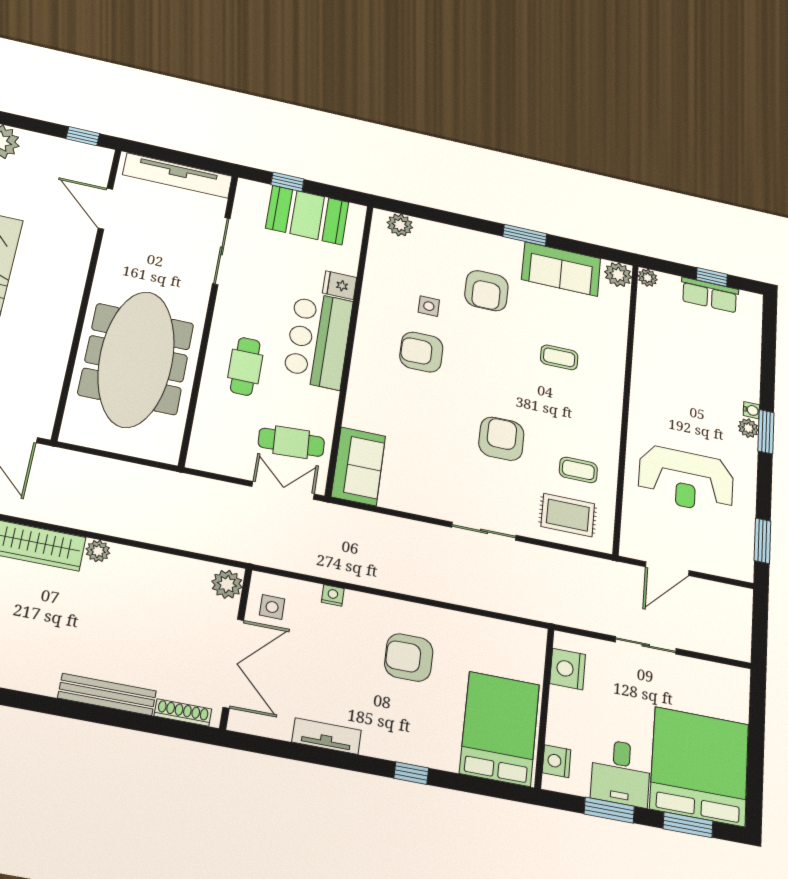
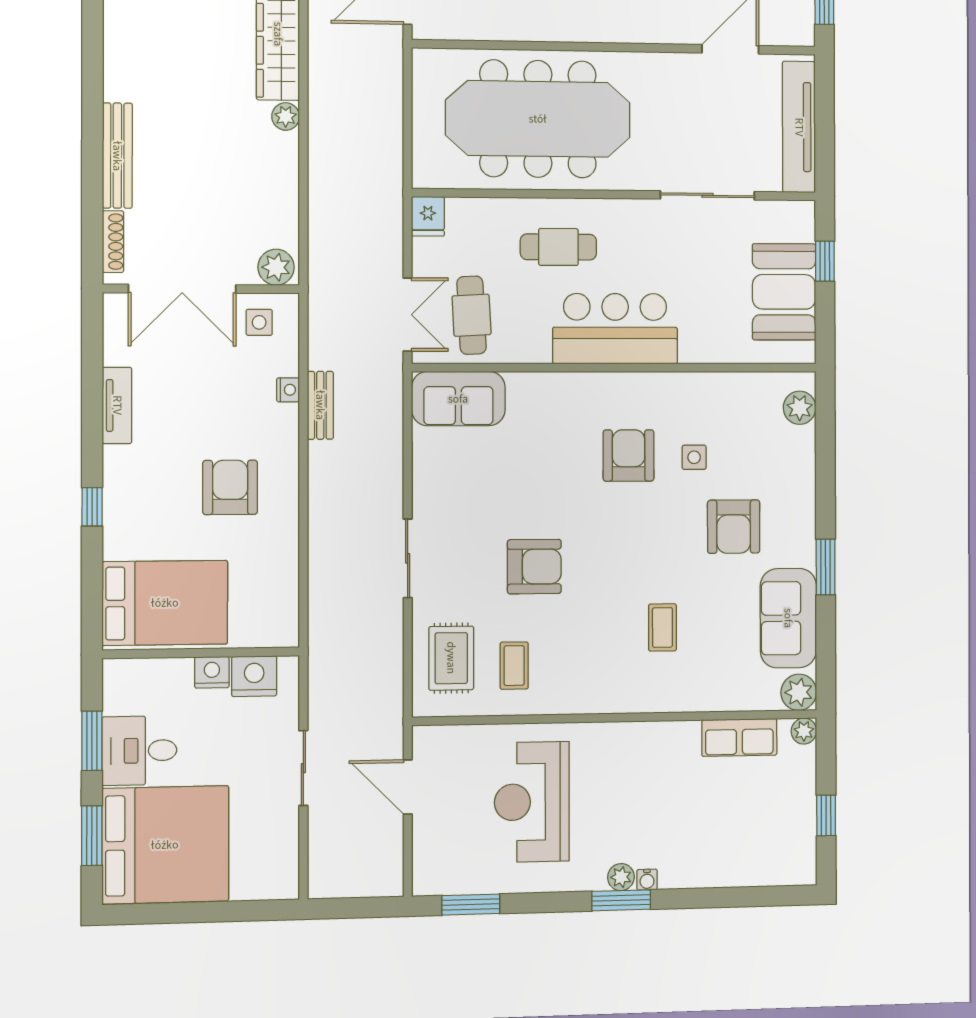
fridge: (340, 285) -> (428, 216), moved, turned 180
armchair: (486, 291) -> (734, 527), turned -90
row of seats: (710, 295) -> (739, 737), moved, turned -90
bench: (349, 573) -> (320, 405), added
nightstand: (557, 761) -> (212, 672), moved

